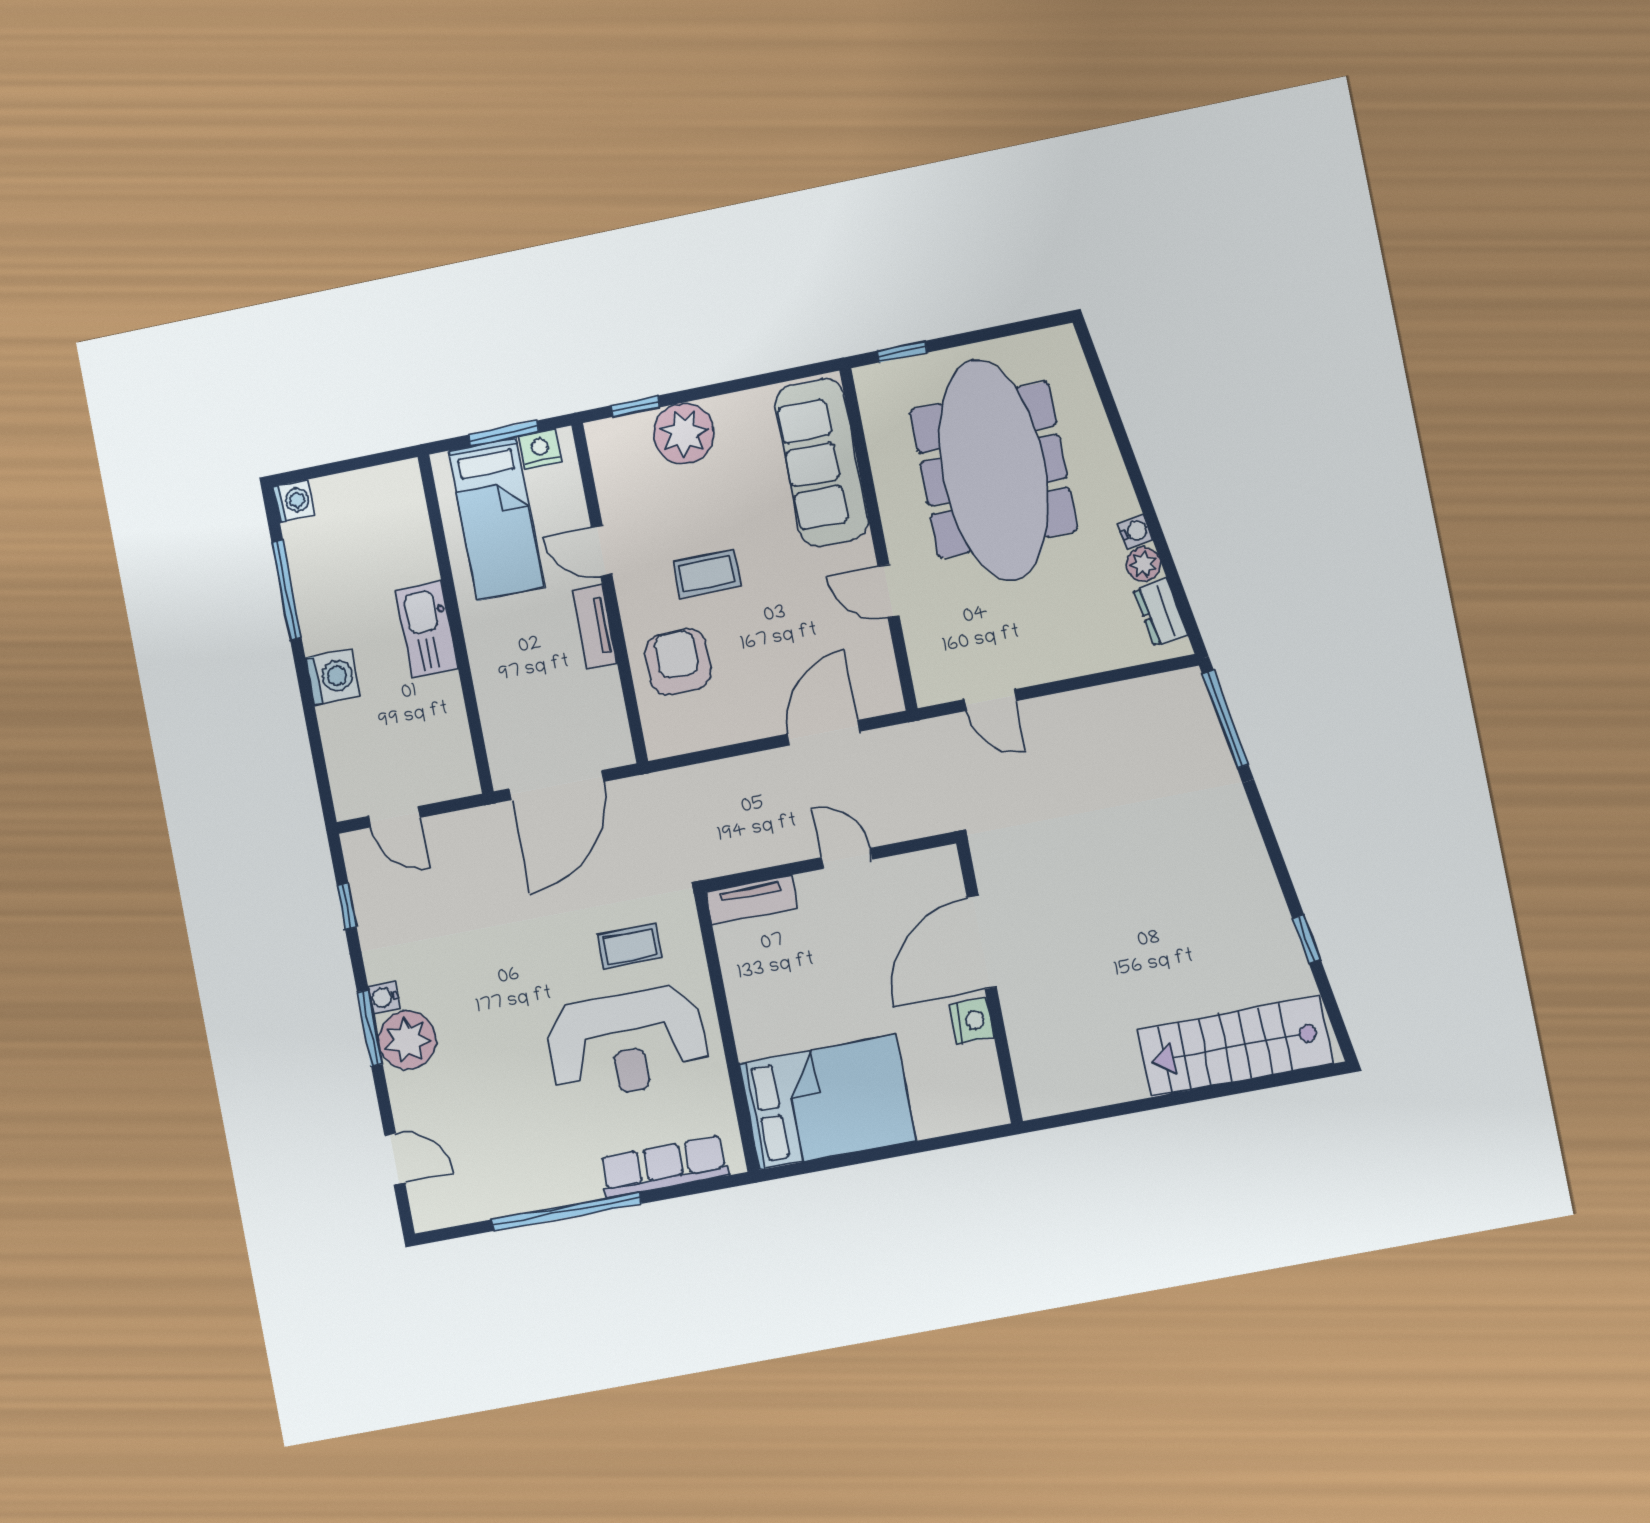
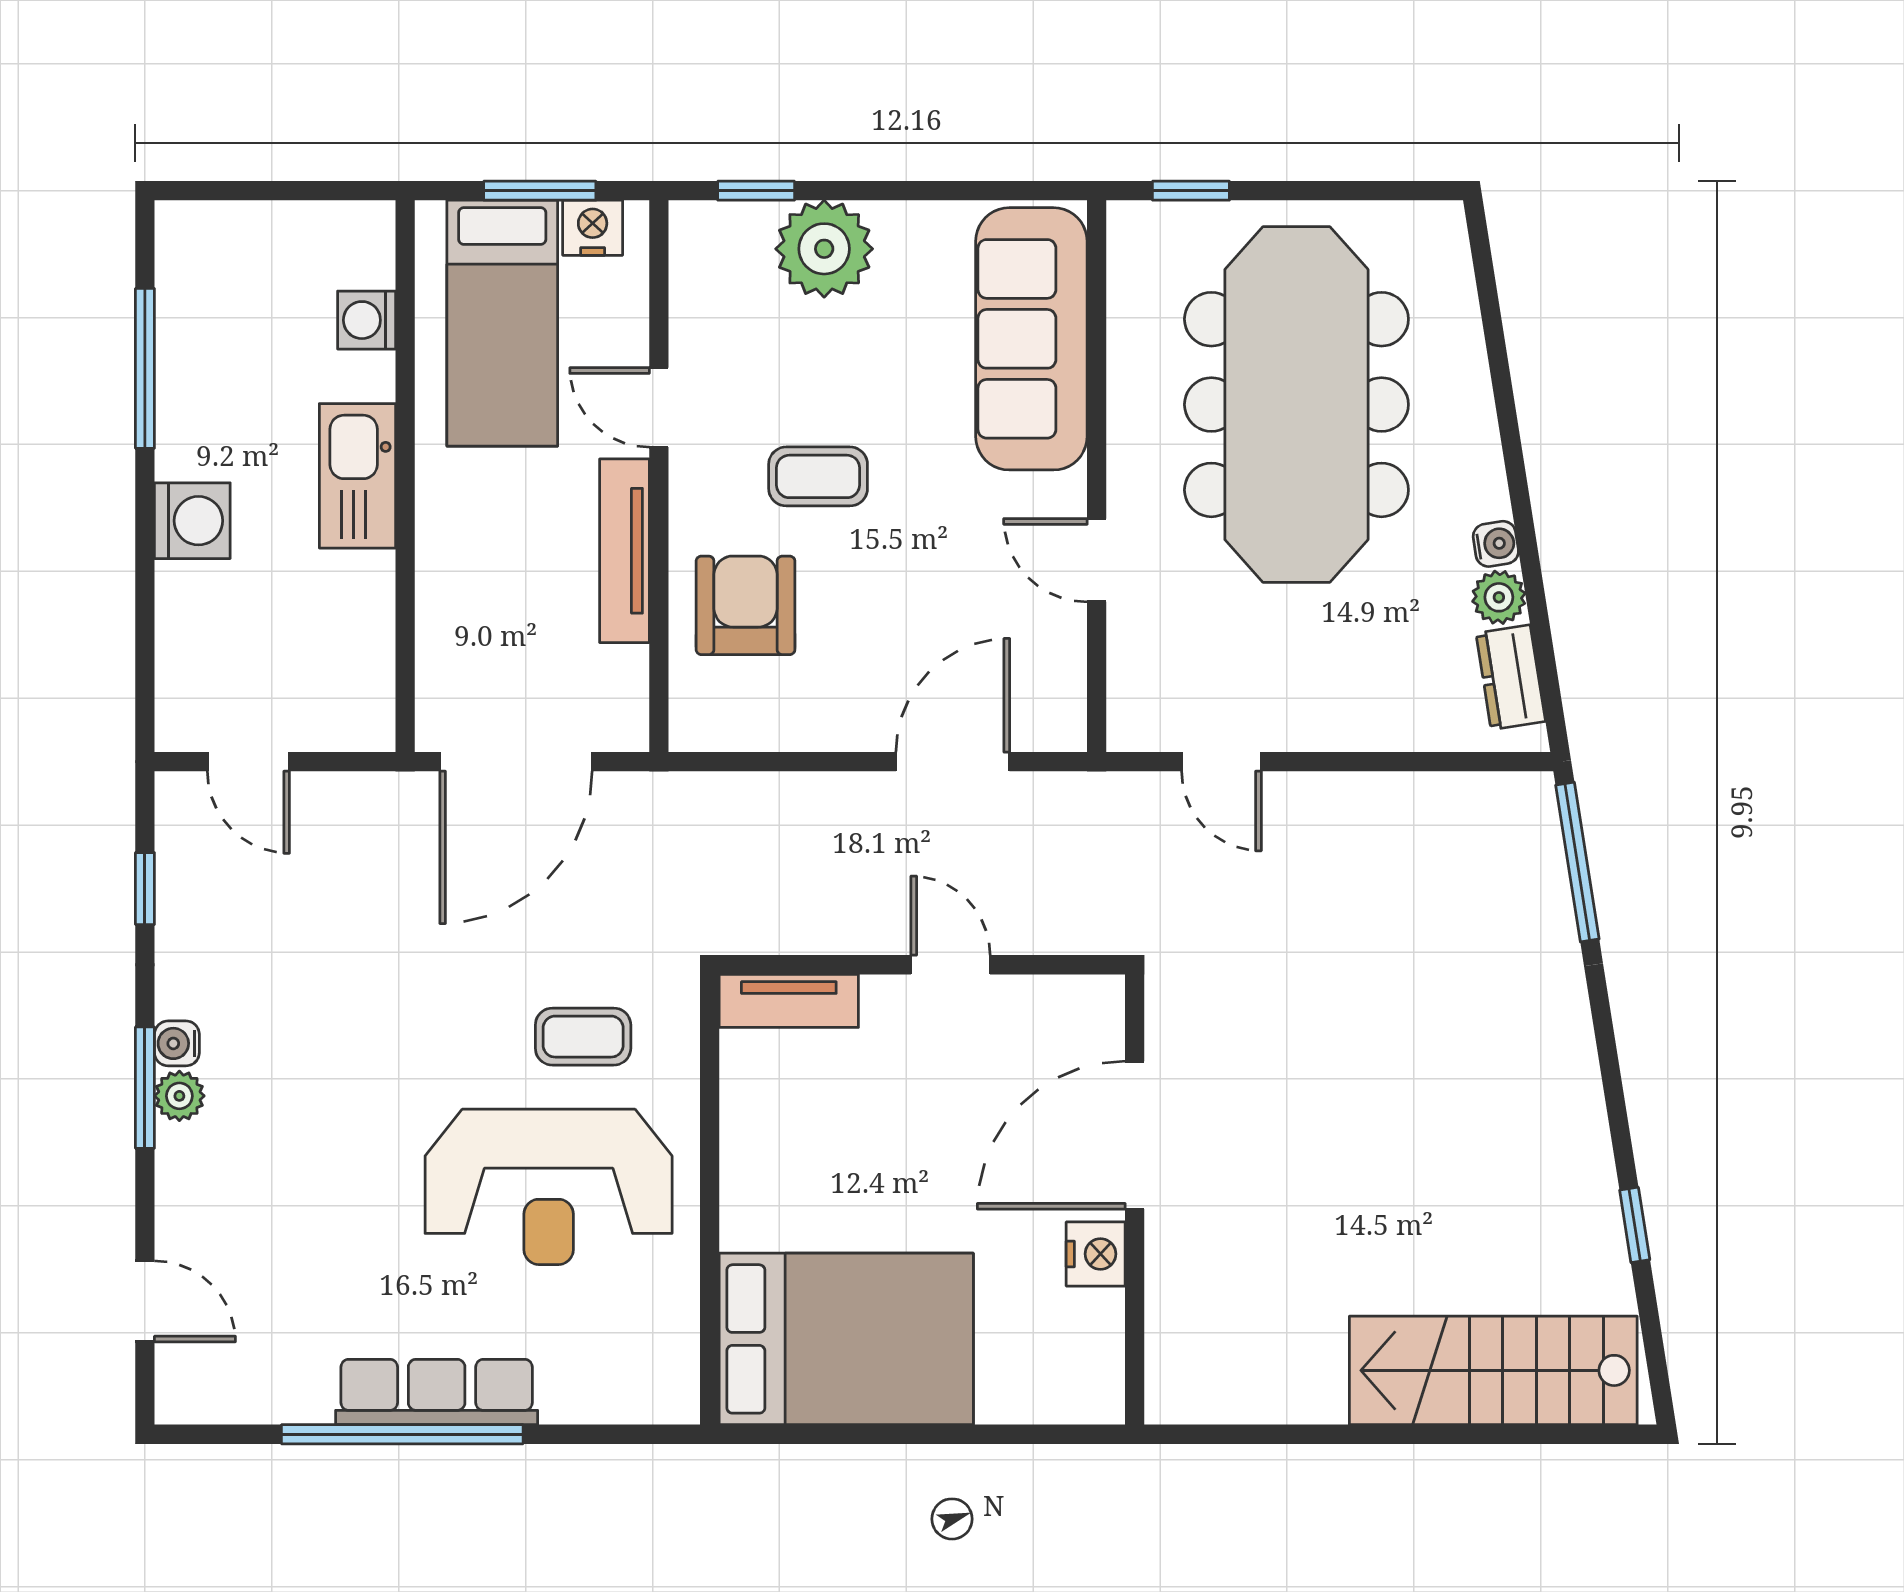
washing machine: (294, 501) -> (367, 320), moved, turned 180
tv unit: (594, 627) -> (624, 551), width x1.41
plant: (407, 1040) -> (179, 1096), width x0.53, depth x0.53
row of seats: (664, 1167) -> (437, 1392), moved

